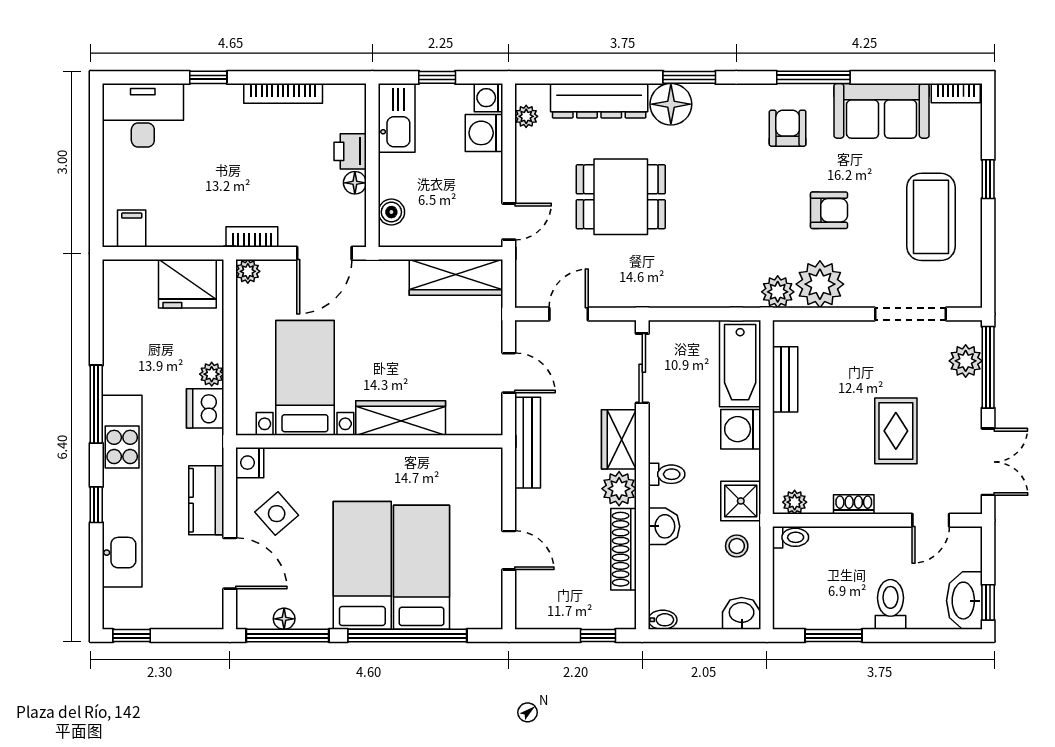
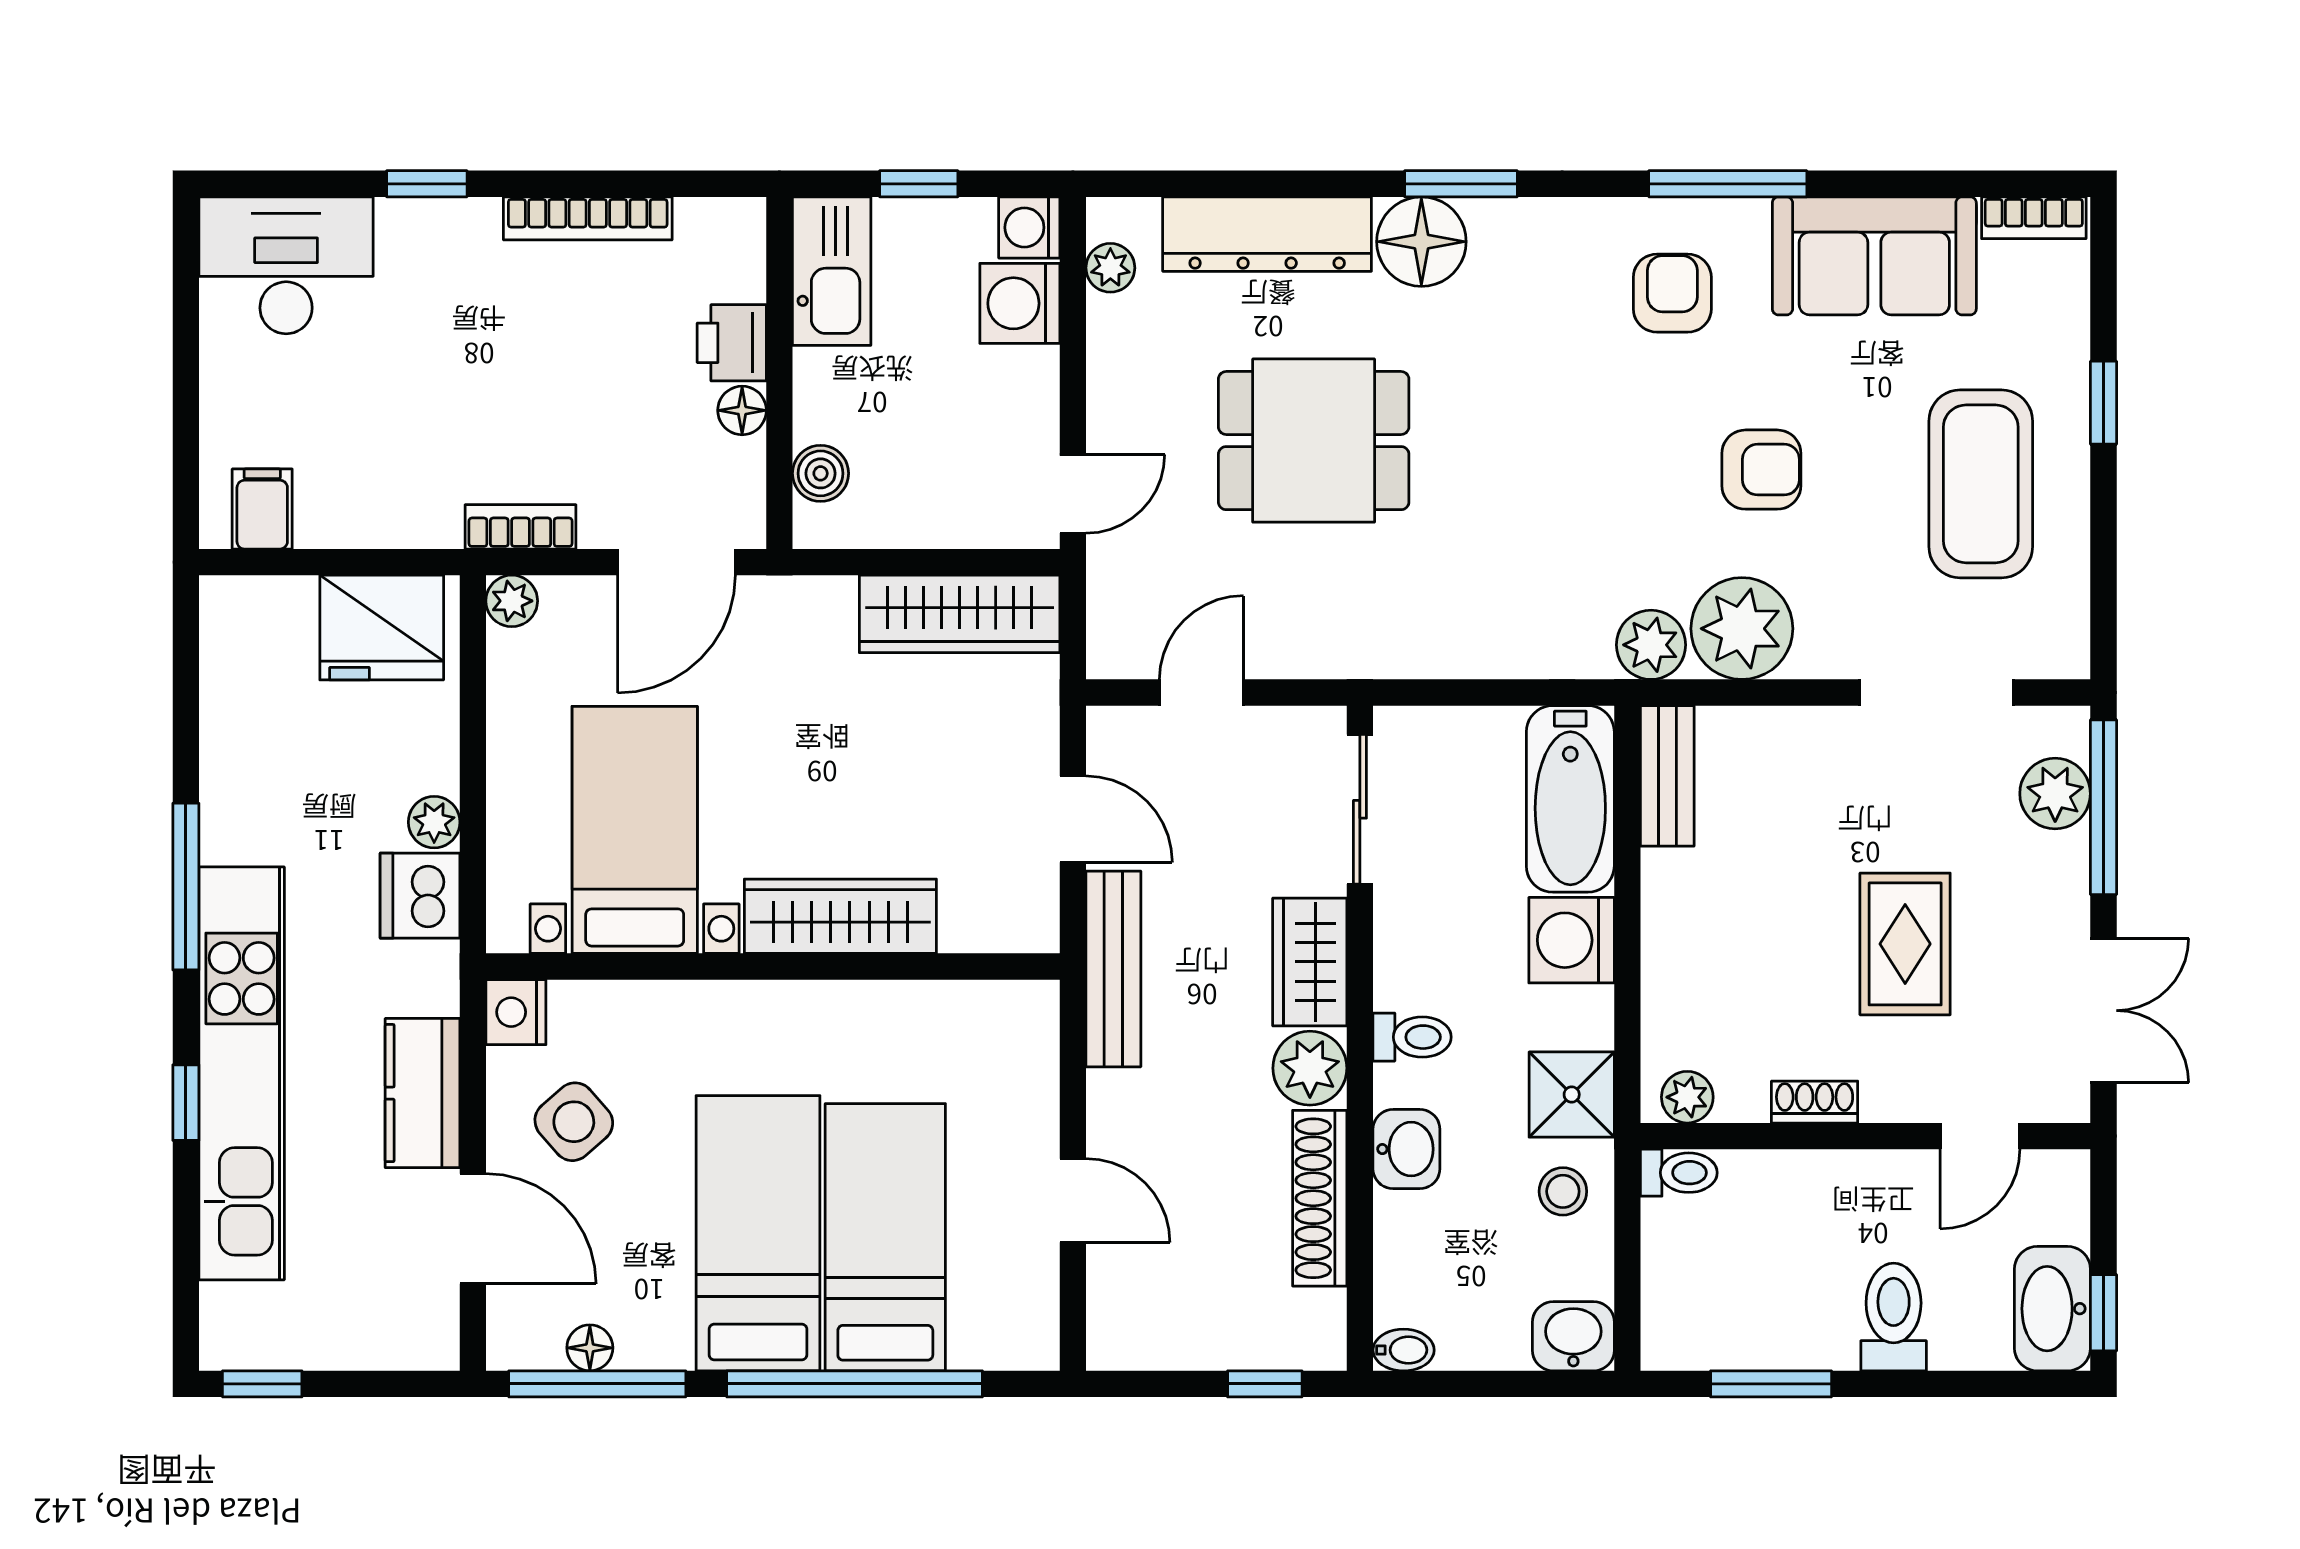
bench: (785, 379) -> (1667, 776), moved

